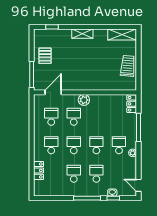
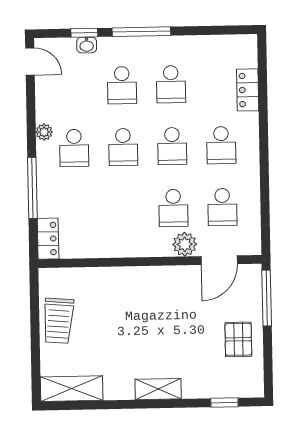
plant: (84, 100) -> (185, 244), moved

